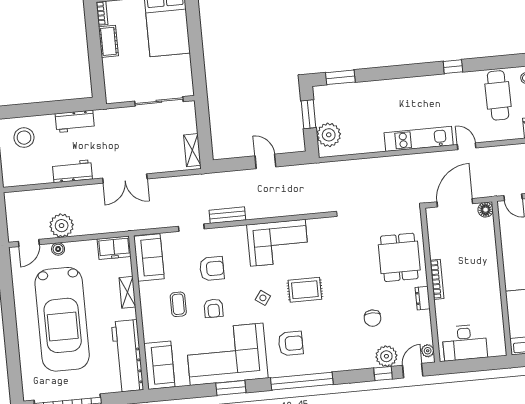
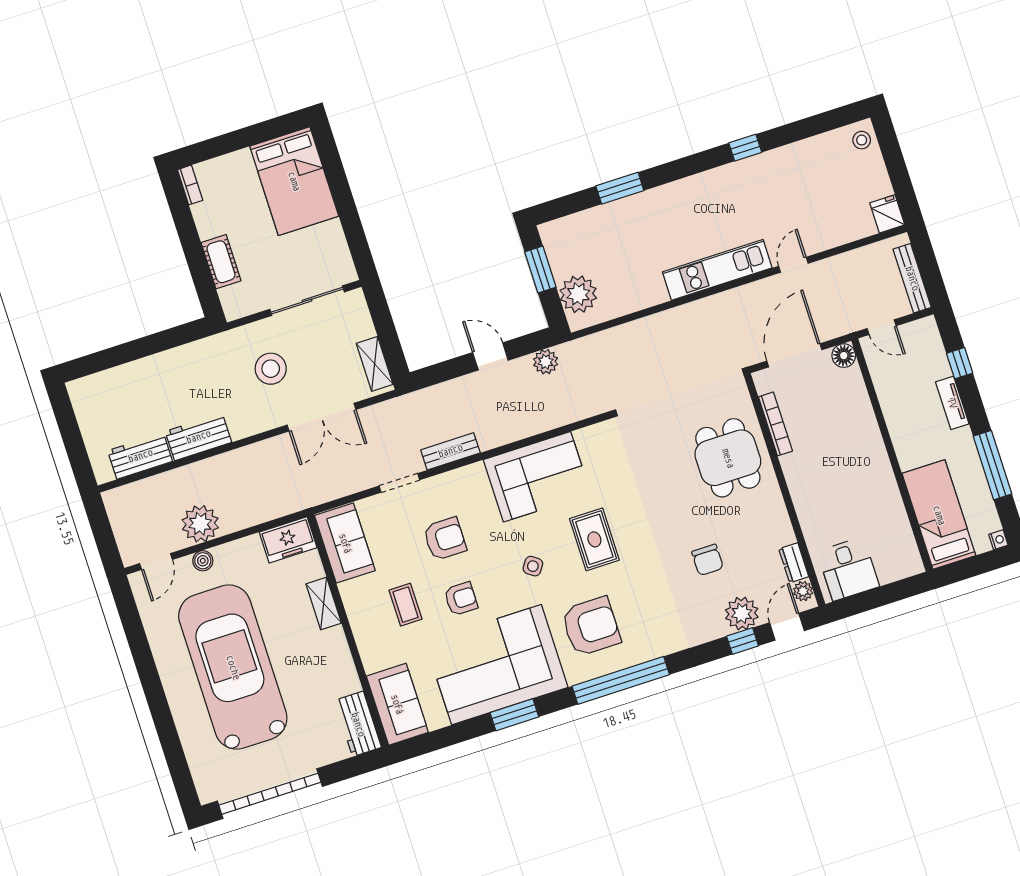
cot: (108, 41) -> (221, 262), moved
window: (340, 77) -> (620, 188), moved
cafe table: (498, 95) -> (824, 176), removed
workbench: (75, 121) -> (140, 456), moved, turned 180
stool: (24, 138) -> (271, 369), moved
door: (467, 146) -> (793, 265), hinge flipped
plant: (299, 172) -> (546, 362), added
double door: (125, 178) -> (322, 417), moved
bookcase: (437, 279) -> (775, 424), moved
rug: (305, 290) -> (594, 539), turned 90
dresser: (423, 298) -> (794, 563), moved
armchair: (214, 308) -> (461, 599), turned -90
car: (62, 319) -> (233, 667), turned 180
armchair: (291, 343) -> (591, 626), width x1.36, depth x1.36
desk: (465, 343) -> (848, 569), width x0.73
workbench: (127, 356) -> (358, 724), width x0.53, depth x0.76

